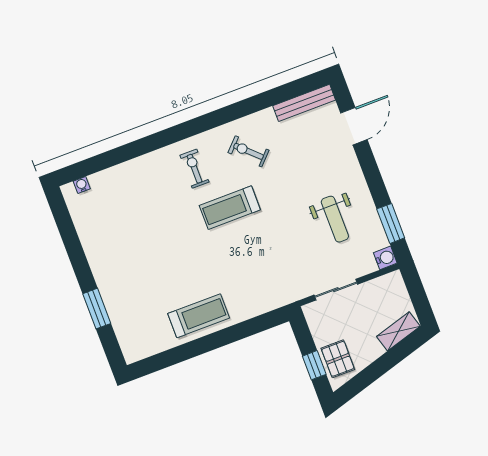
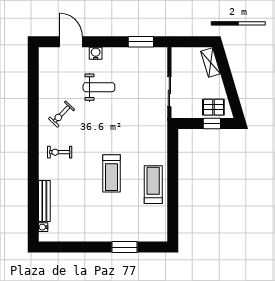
bench: (304, 103) -> (44, 201), moved
treadmill: (230, 208) -> (112, 173), moved
weight bench: (335, 219) -> (99, 87), moved
water cooler: (385, 258) -> (96, 53), moved

